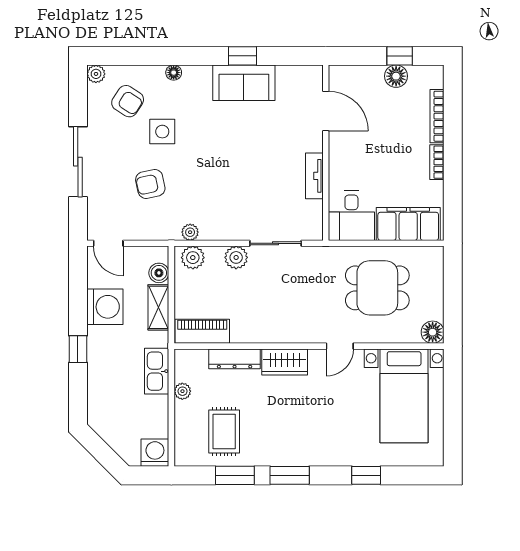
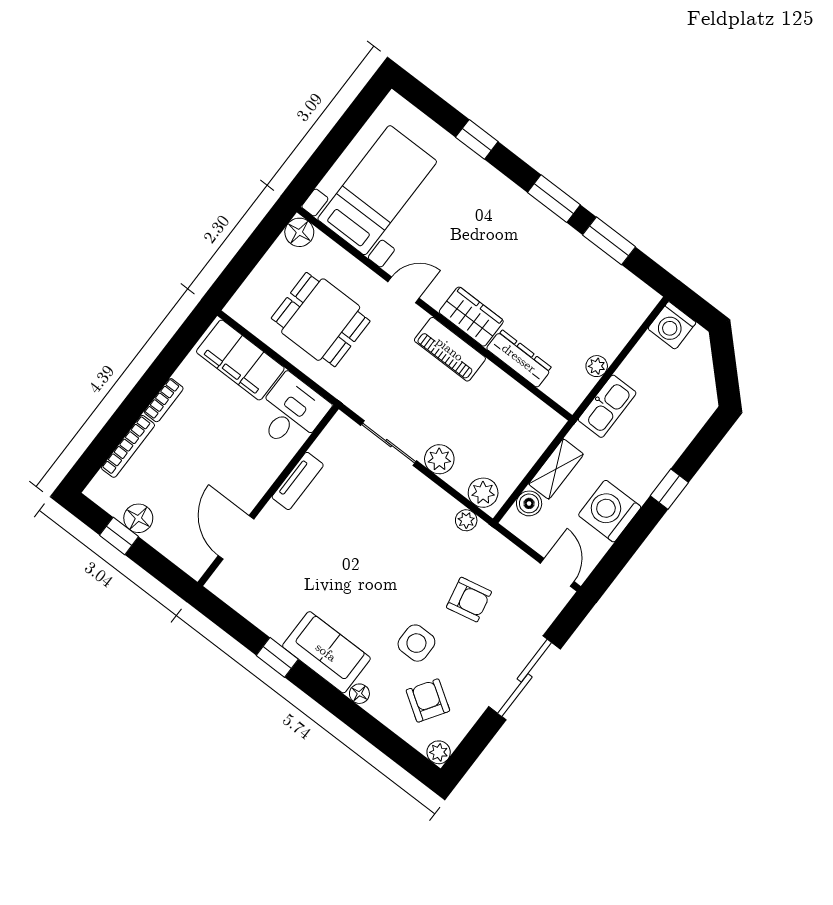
sofa: (244, 83) -> (326, 652), moved
piano: (202, 331) -> (450, 349), moved
rug: (224, 432) -> (586, 293), removed

